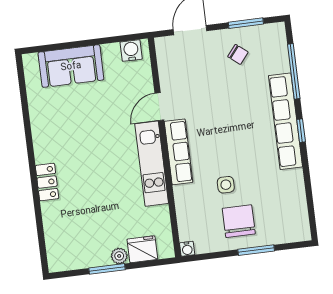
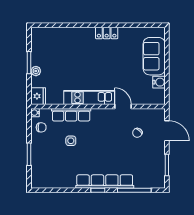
water cooler: (131, 51) -> (159, 82), moved
chair: (238, 54) -> (137, 133), moved
row of seats: (179, 152) -> (71, 115), moved
locker: (47, 182) -> (107, 33), moved
chair: (239, 221) -> (41, 127), moved, width x0.54, depth x0.54
fridge: (142, 249) -> (38, 96), moved

